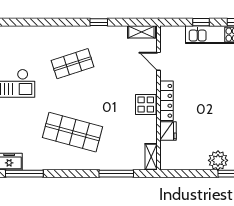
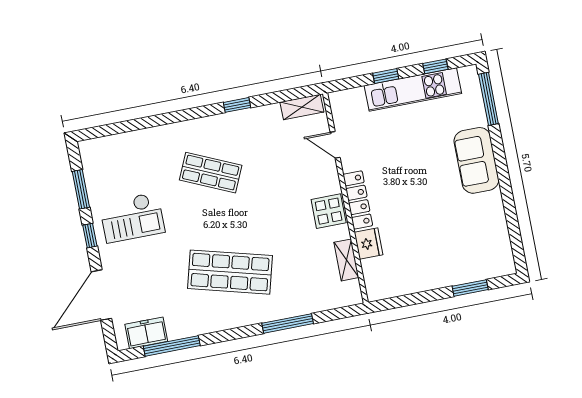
shop shelf: (72, 64) -> (211, 173), turned 42
shelving: (151, 157) -> (346, 260), moved
plant: (218, 160) -> (449, 272), removed
window: (116, 174) -> (288, 323), moved

